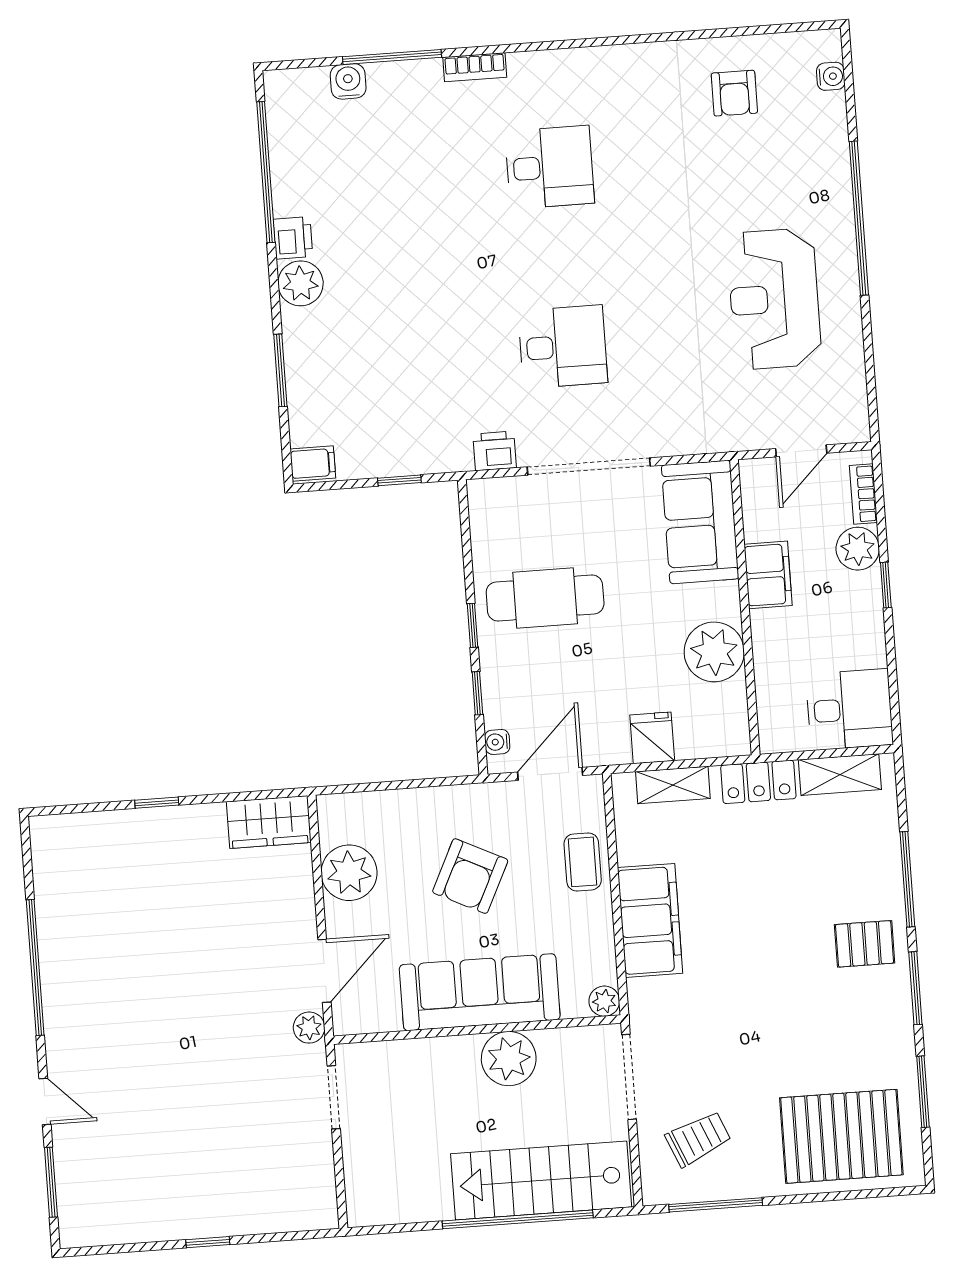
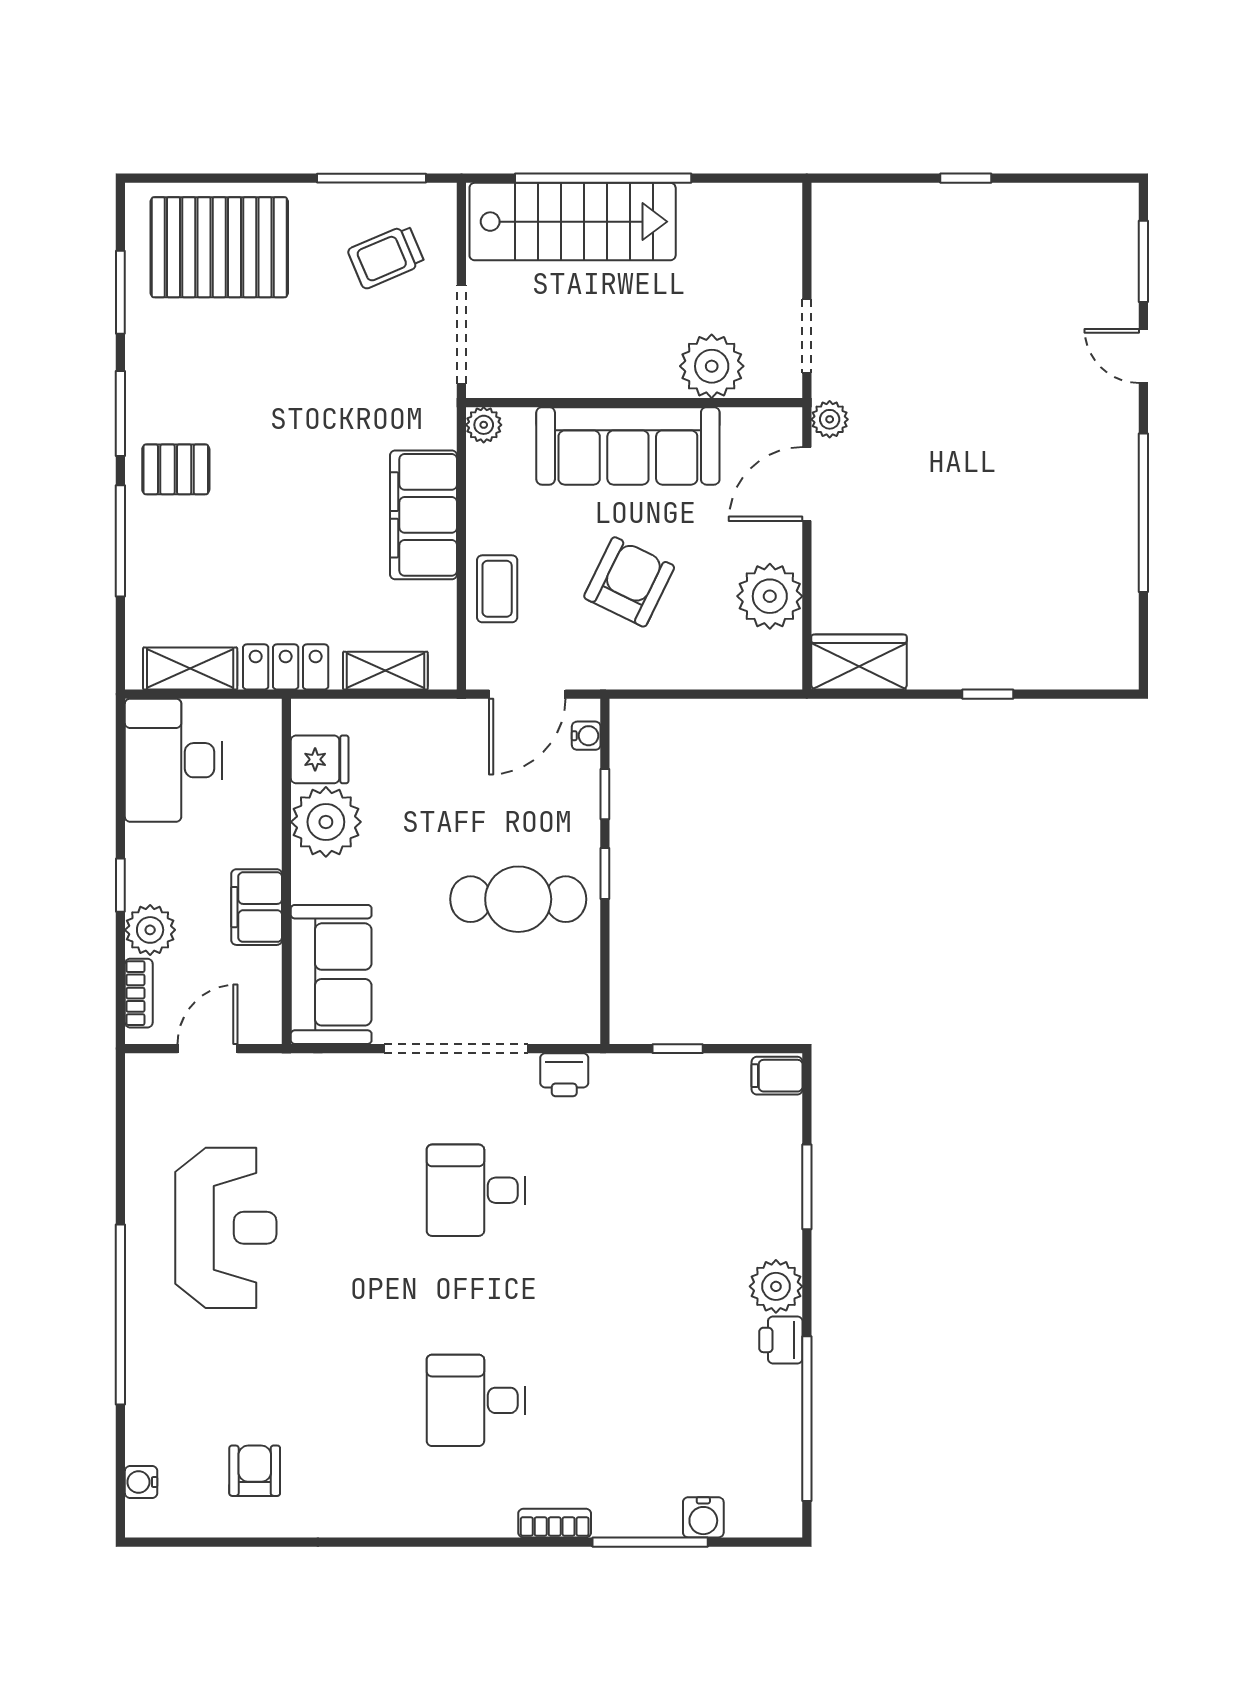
desk: (849, 709) -> (173, 760), width x1.37
fridge: (652, 738) -> (320, 759), moved, turned -90
plant: (509, 1059) -> (712, 366), moved

